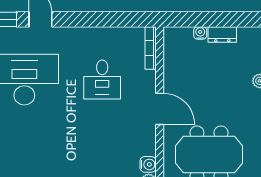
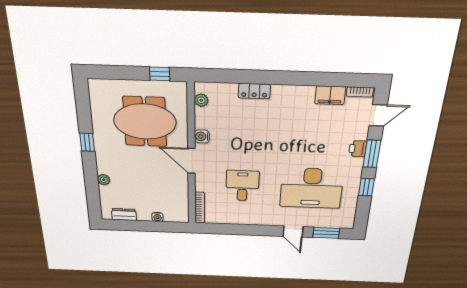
dresser: (222, 34) -> (124, 215), moved
water cooler: (148, 164) -> (202, 136), moved

